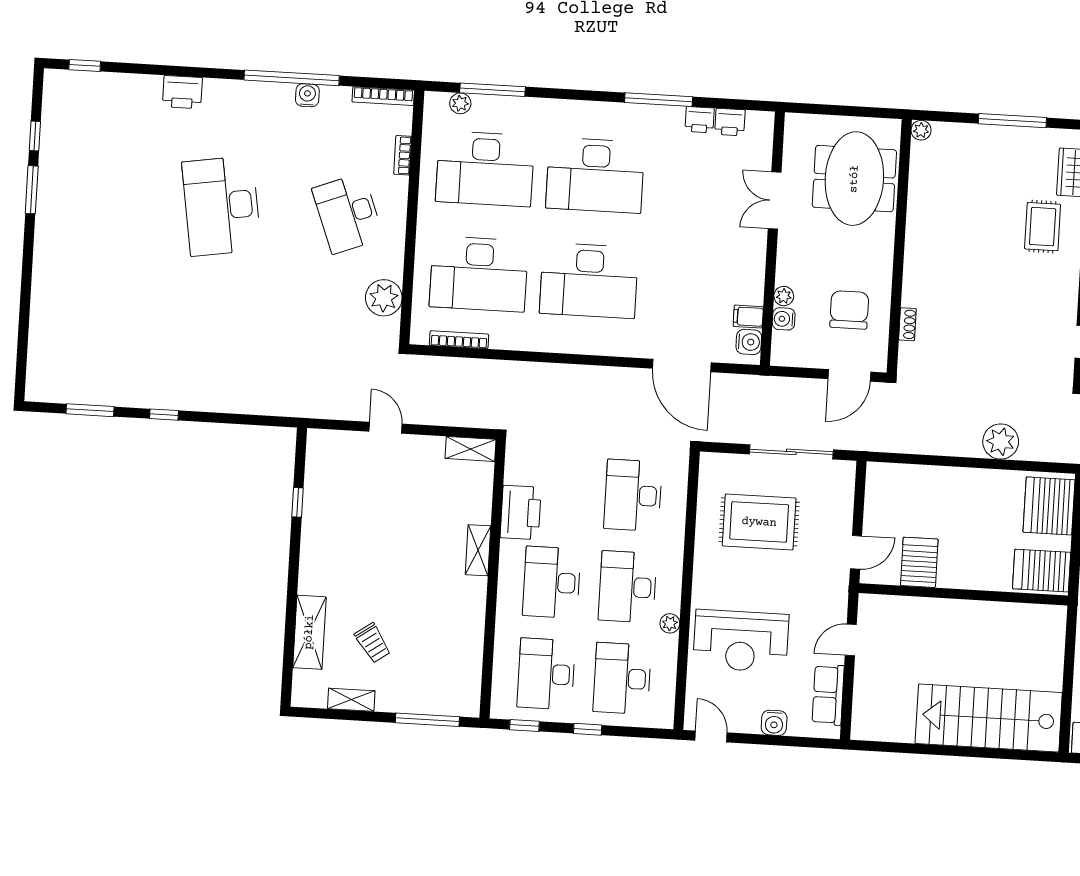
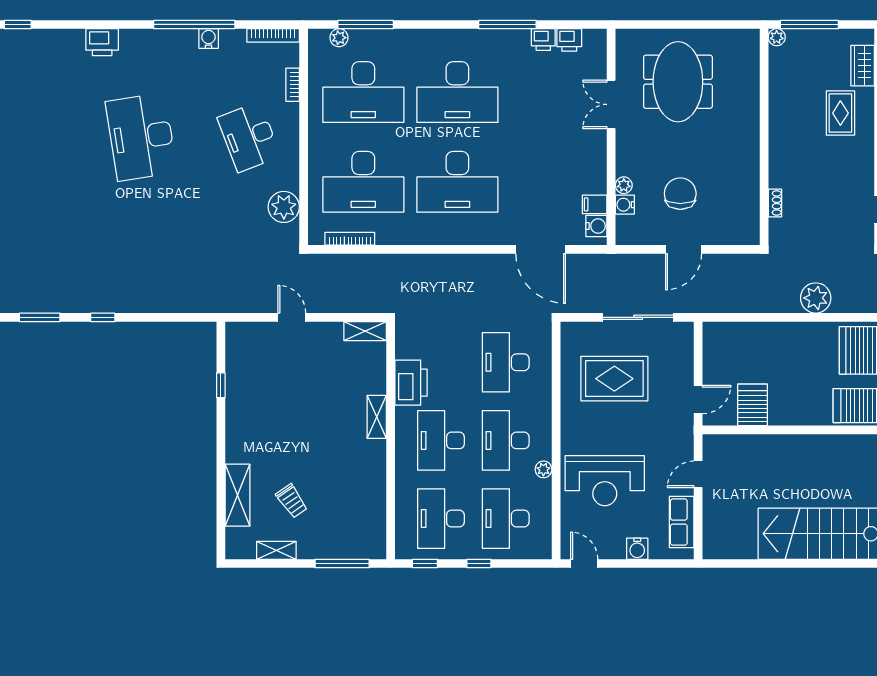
plant: (921, 130) -> (777, 37), moved
wall: (899, 246) -> (764, 137), moved
shoe rack: (907, 324) -> (775, 203), moved

